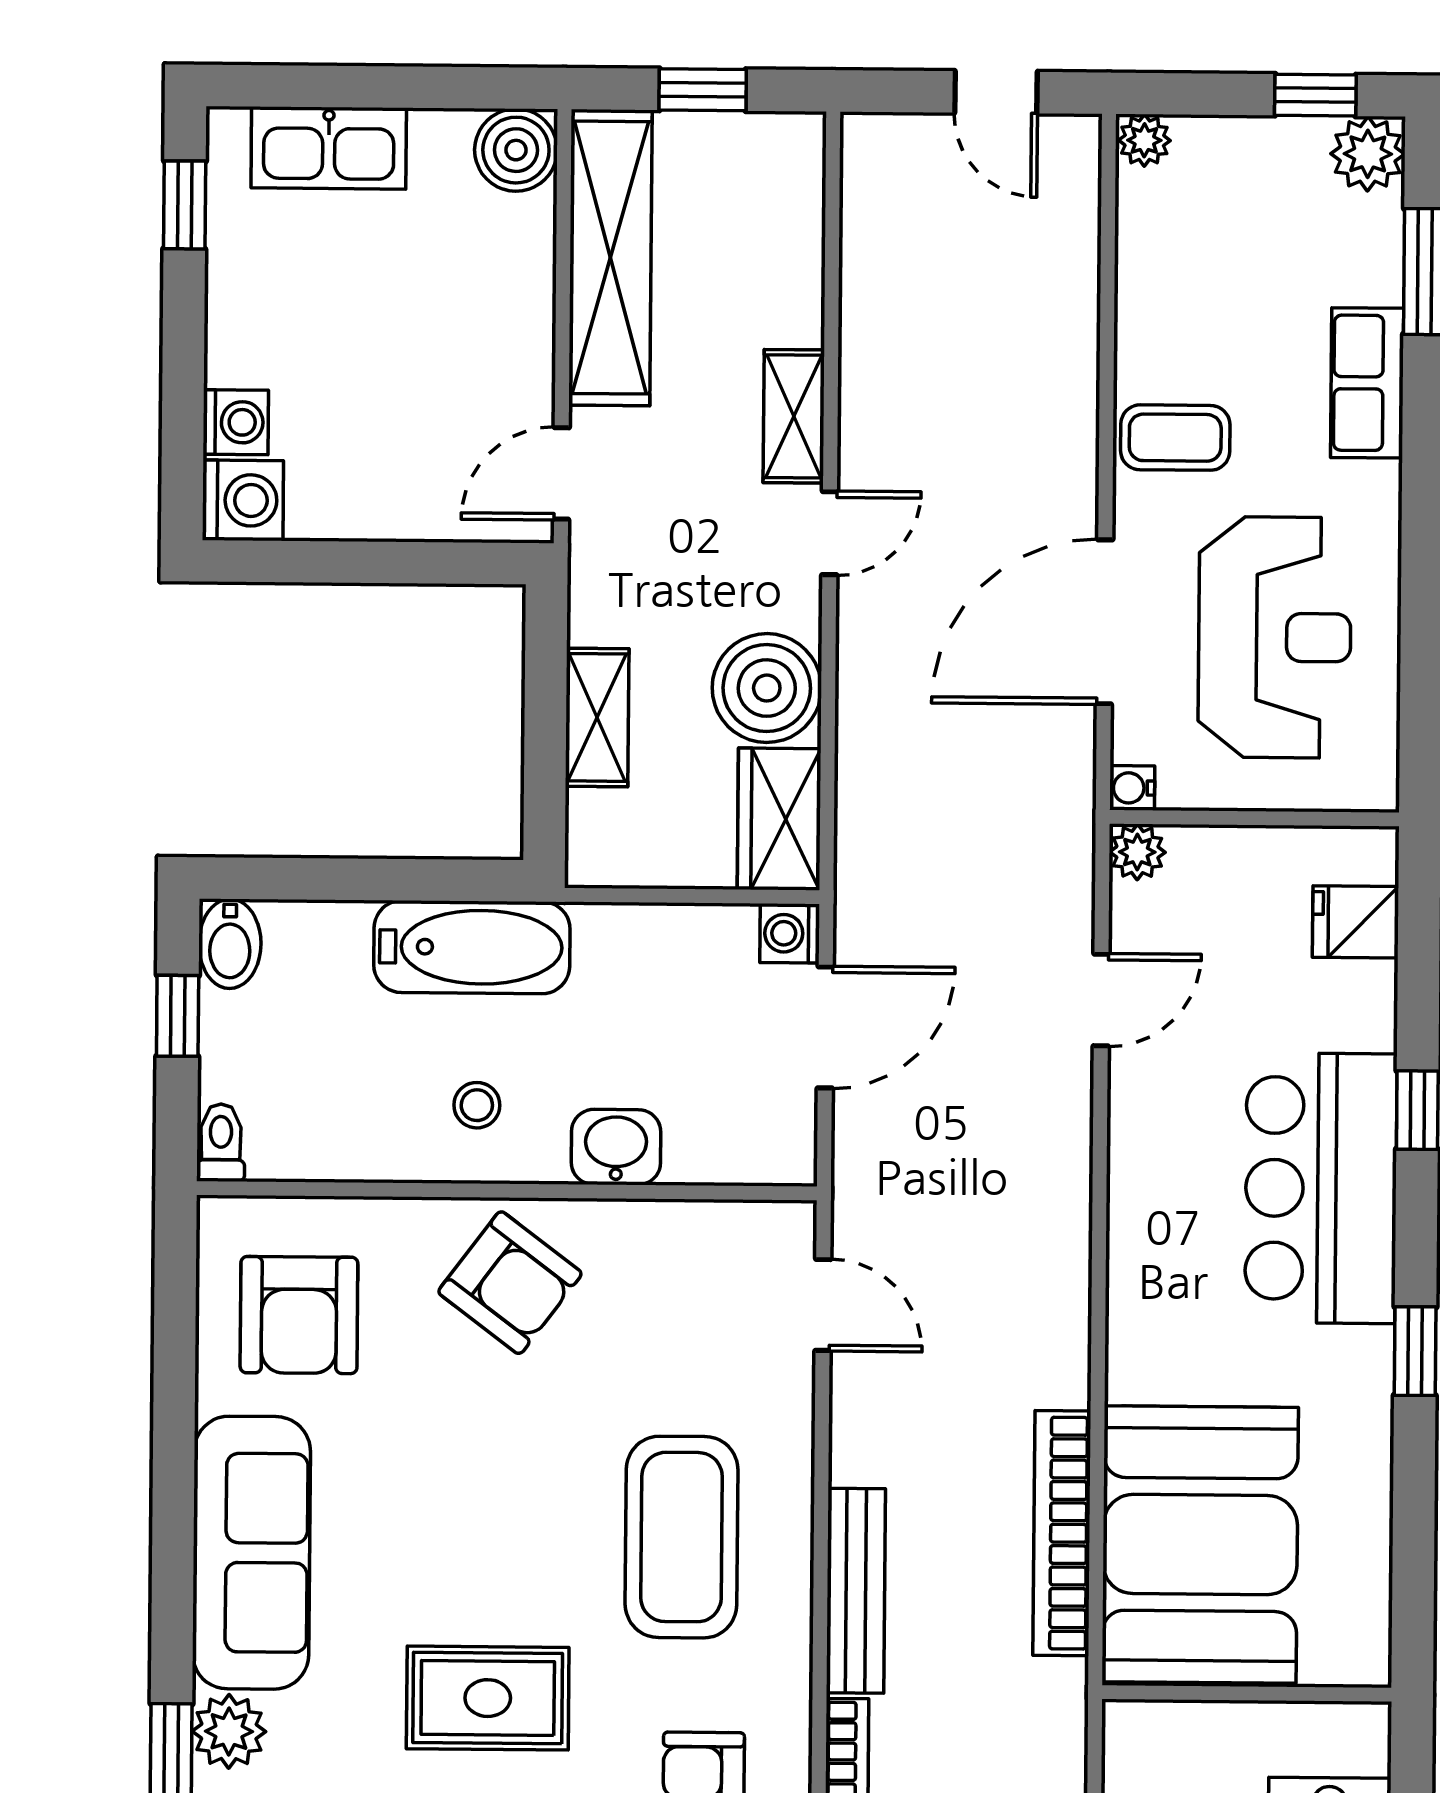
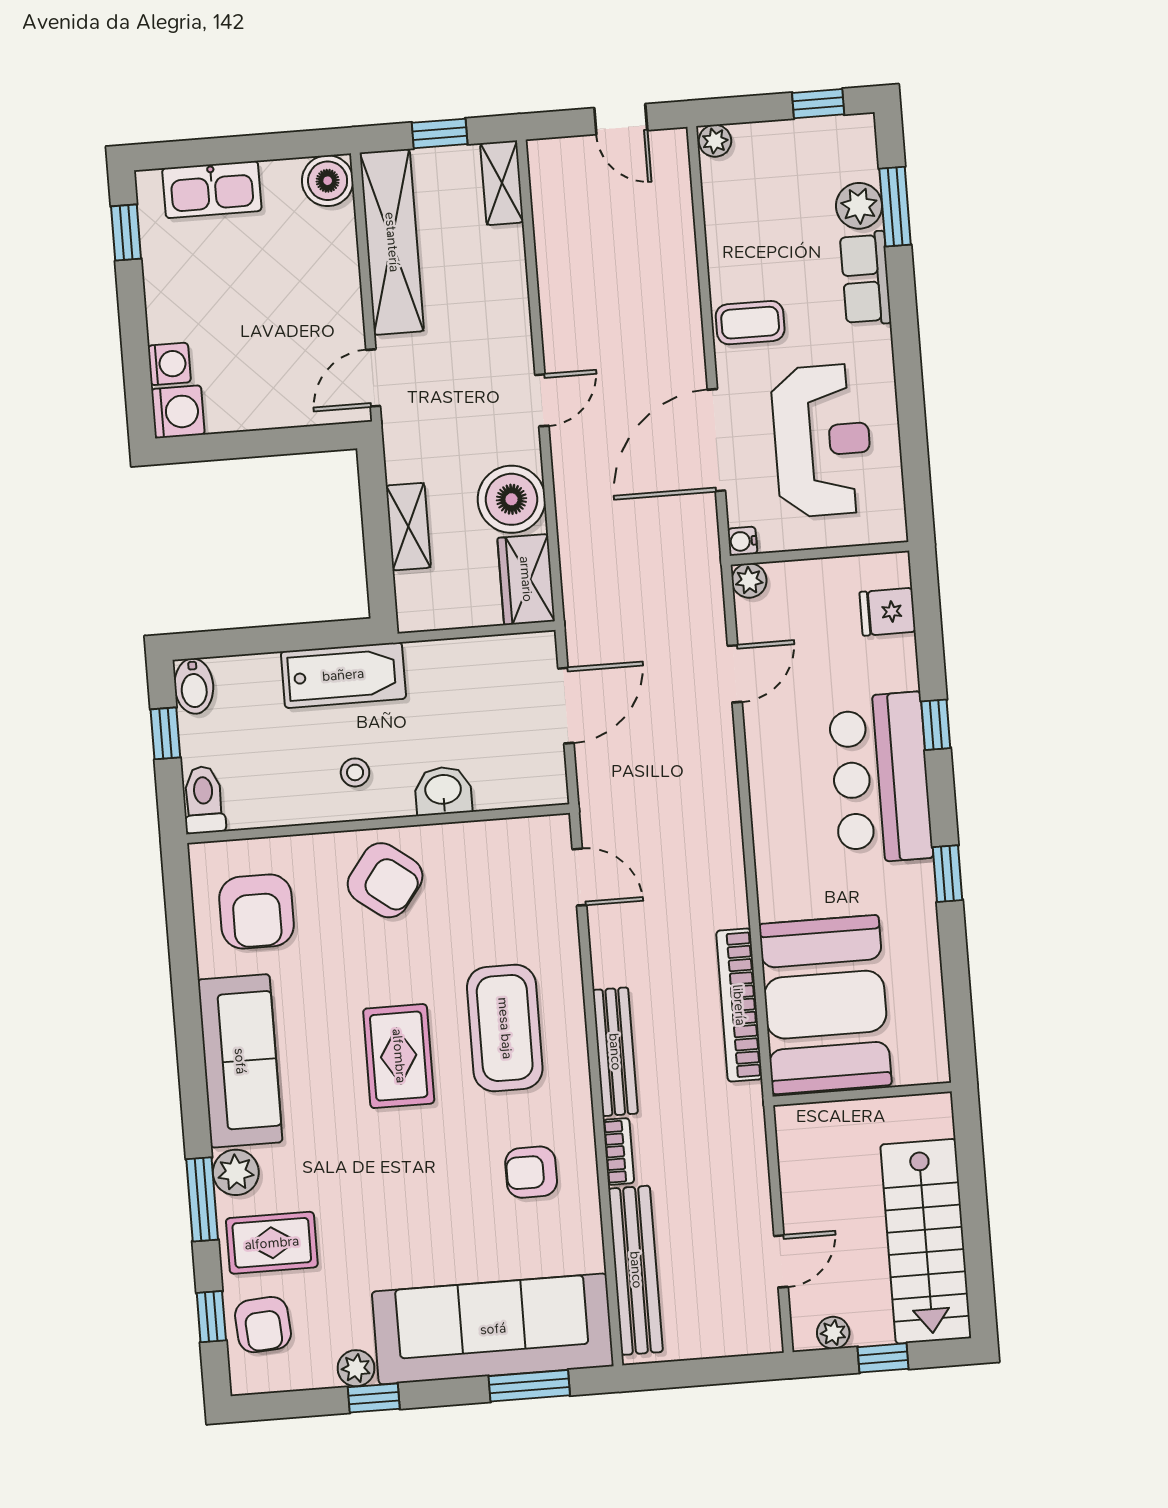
plant: (1368, 154) -> (859, 206), moved
shelving: (794, 416) -> (502, 183), moved
washing machine: (790, 933) -> (539, 649), removed
toilet: (221, 1143) -> (204, 800), width x1.37, depth x1.39
rug: (488, 1698) -> (399, 1056), moved, turned 90

